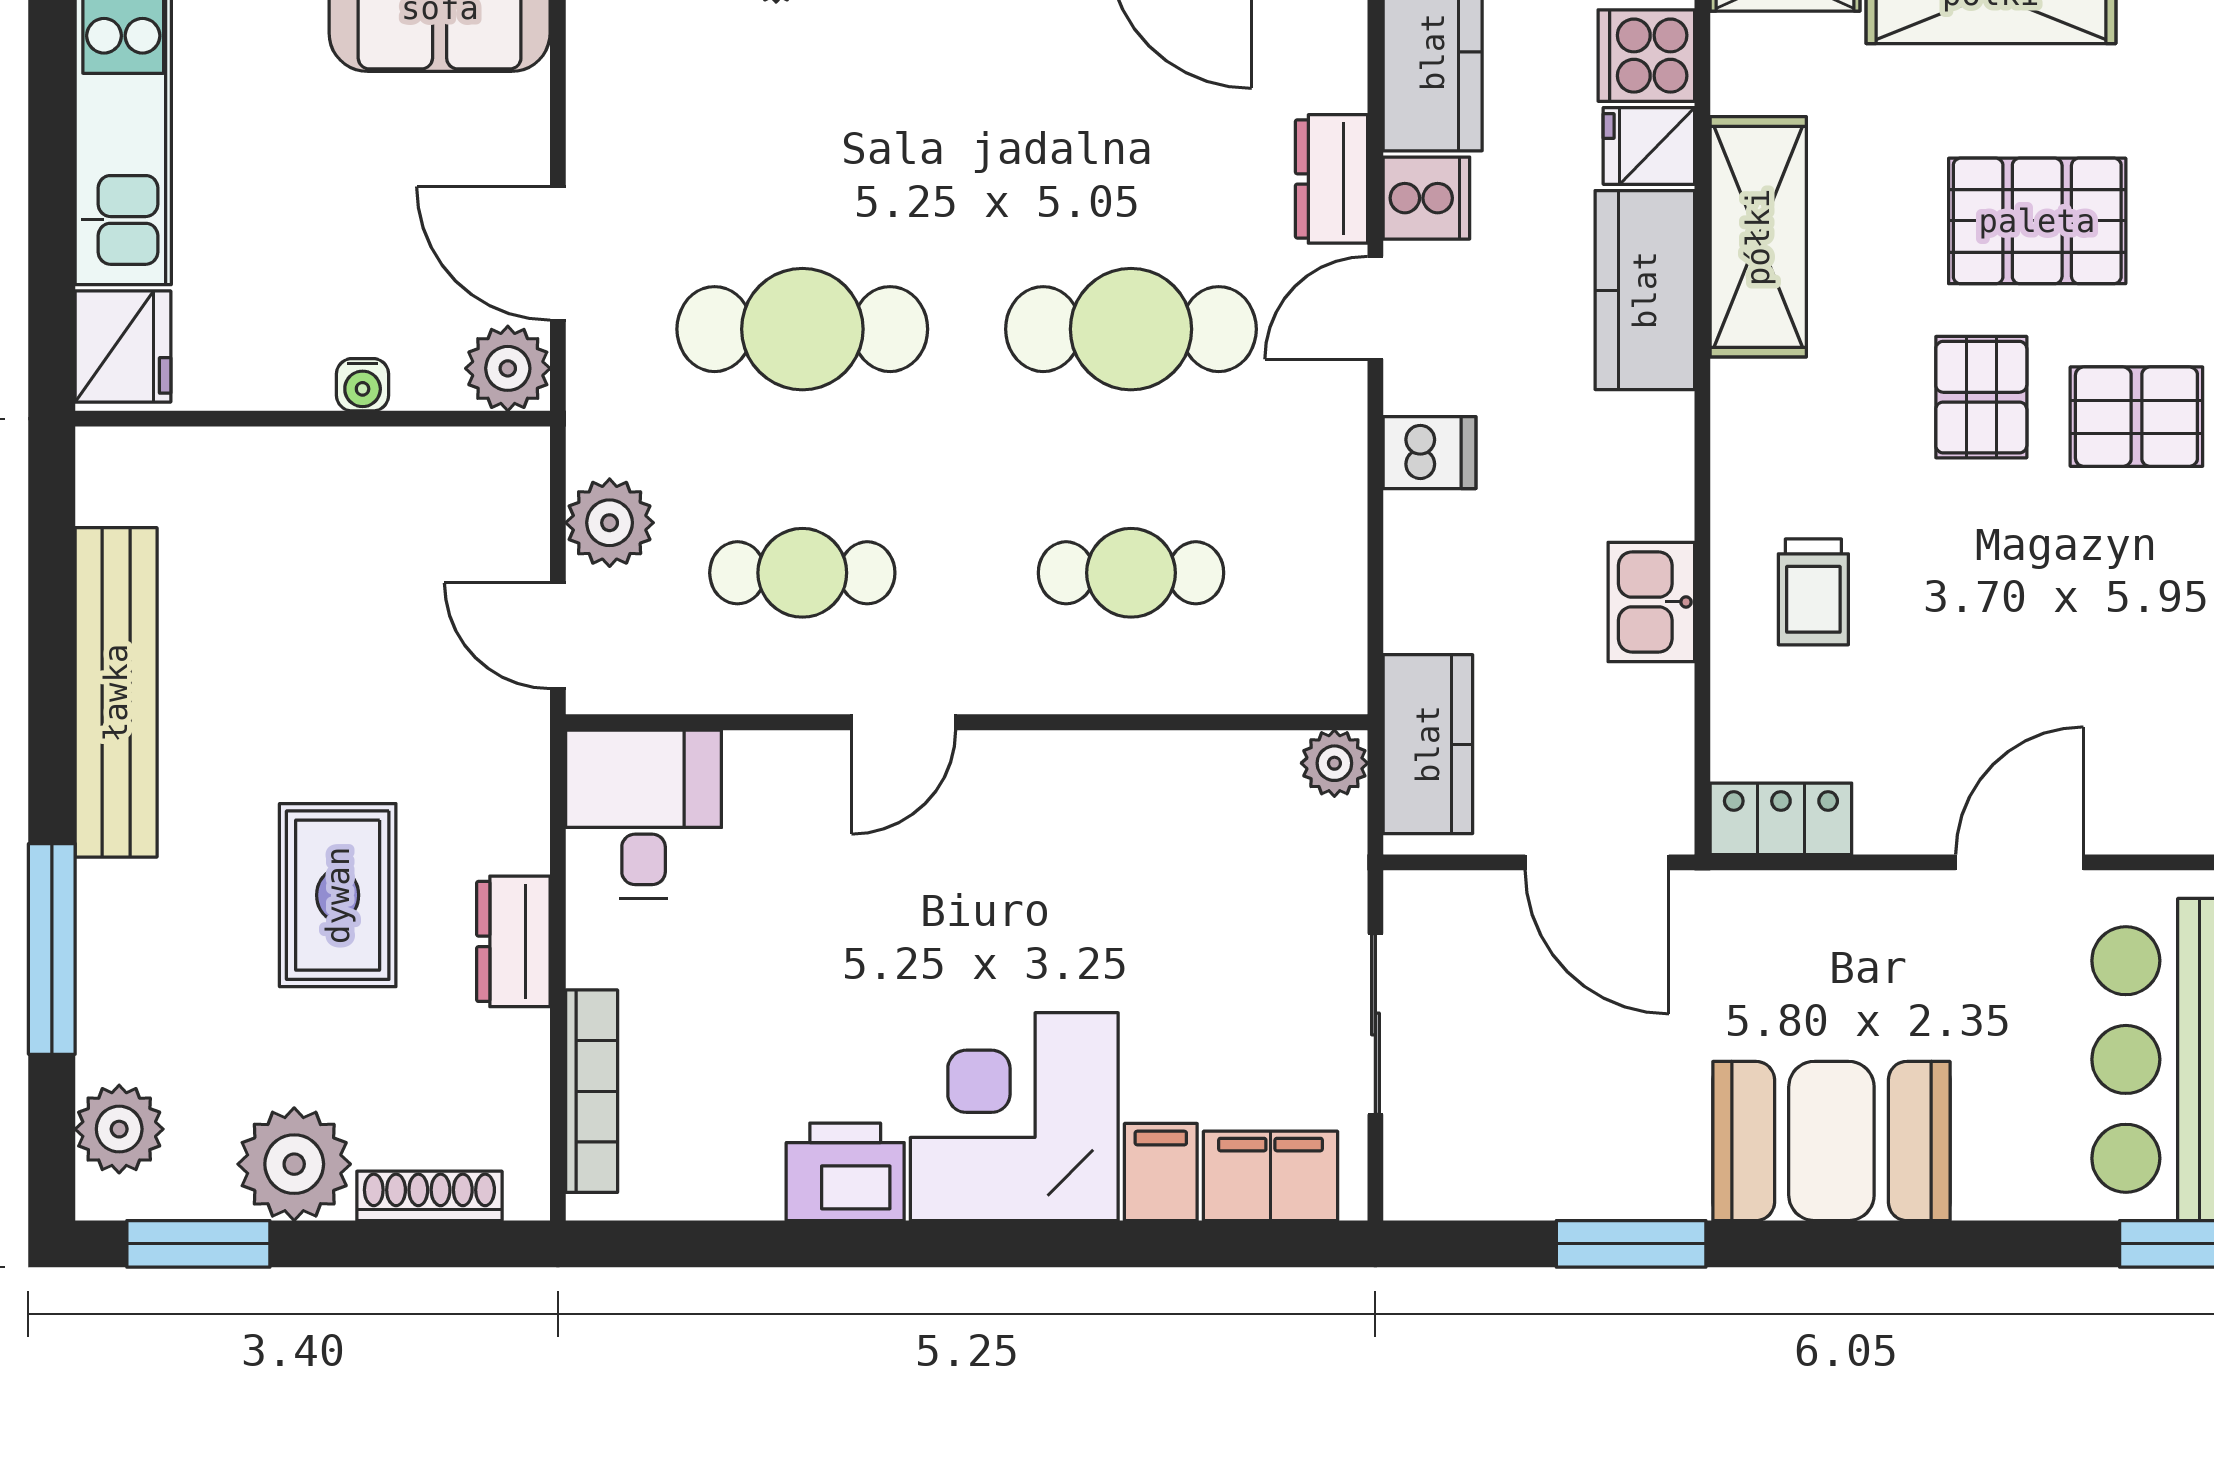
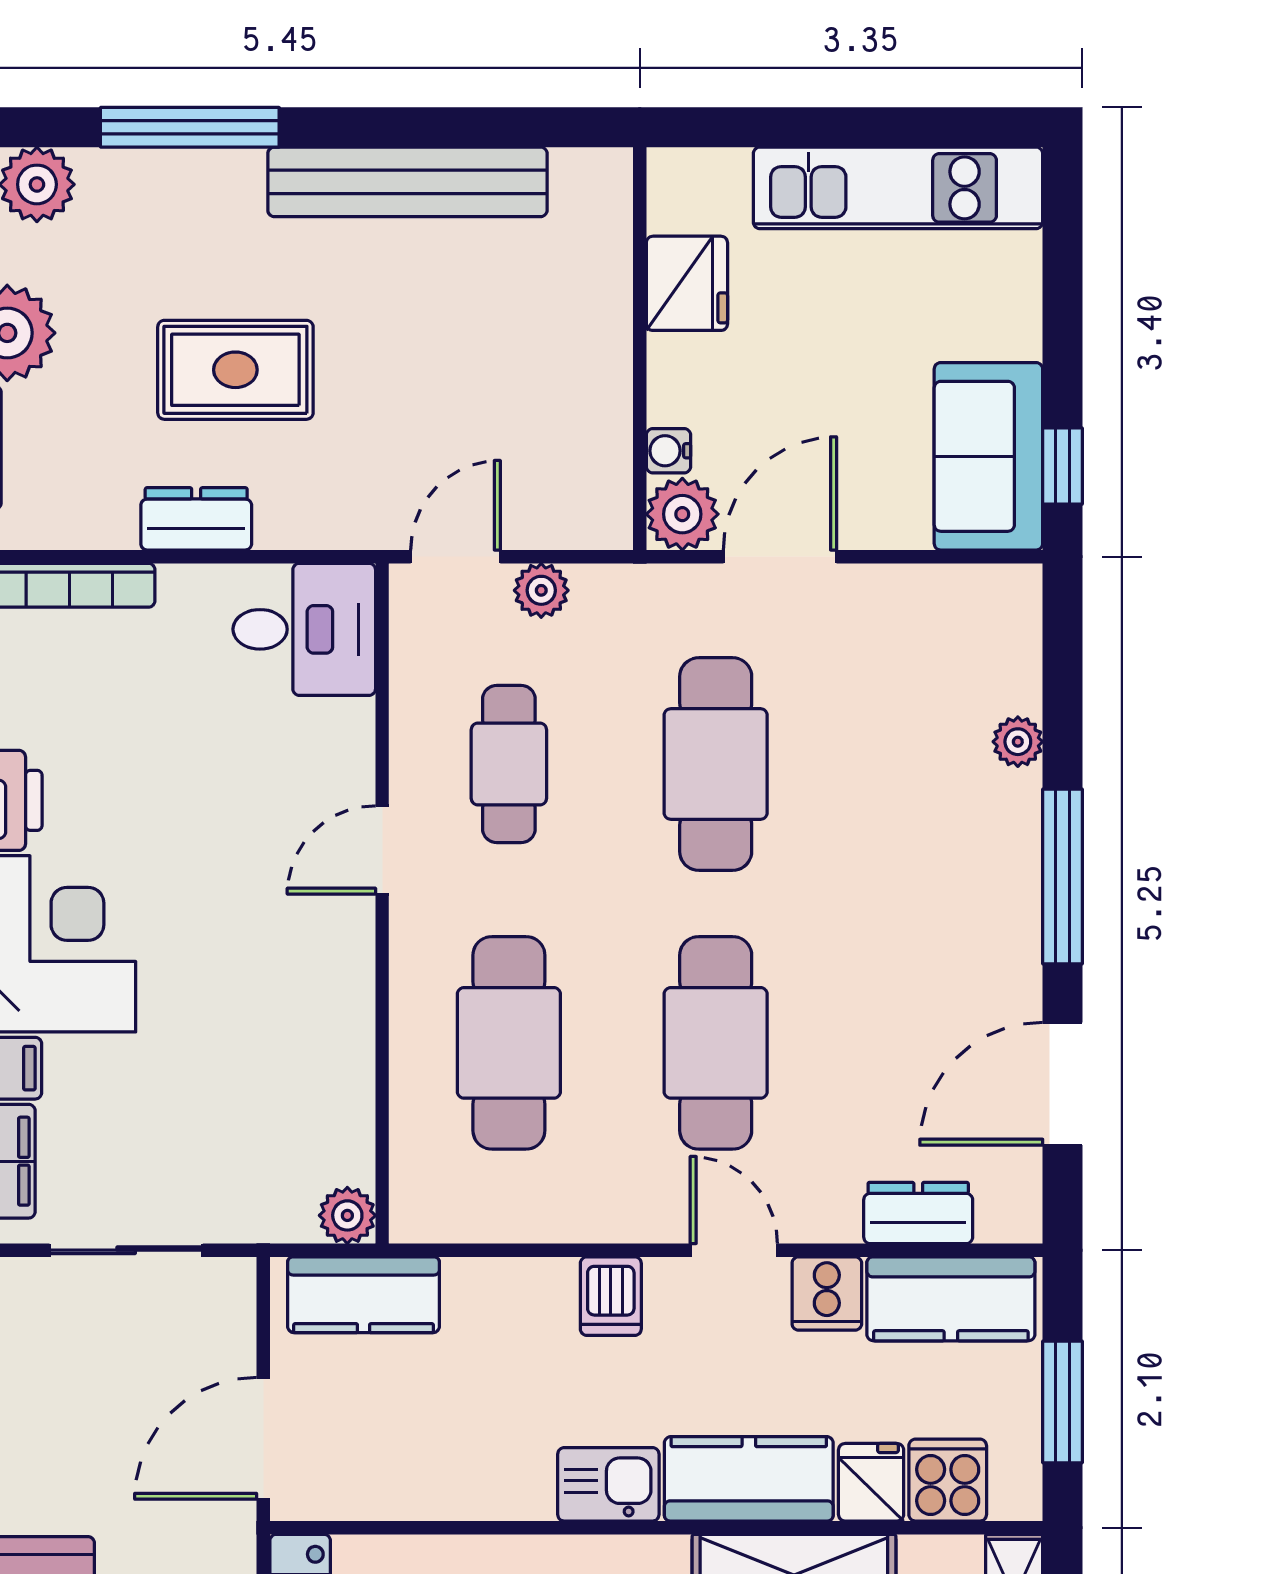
dresser: (1331, 179) -> (918, 1213), moved
fridge: (123, 347) -> (687, 283), moved, turned -90
water cooler: (363, 385) -> (668, 451), moved
plant: (610, 523) -> (541, 590), width x0.73, depth x0.73
cafe table: (1131, 573) -> (509, 1043), width x1.37, depth x1.35
kitchen sink: (1651, 602) -> (608, 1484), moved
door: (904, 722) -> (382, 850), hinge flipped

